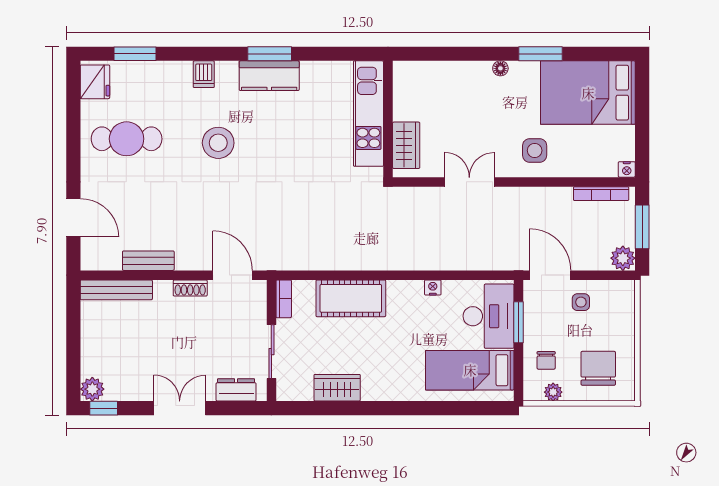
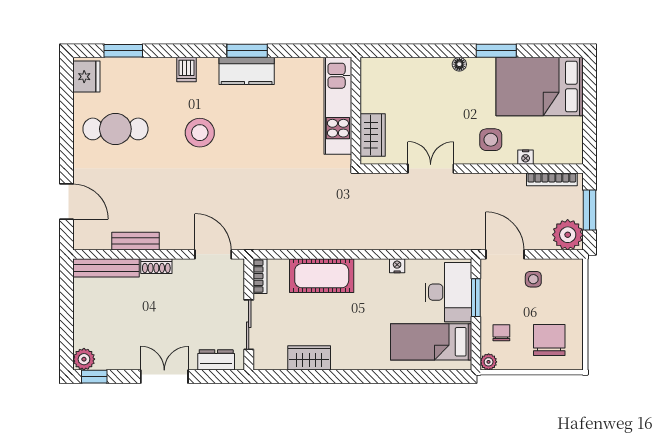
nightstand: (627, 169) -> (526, 157), moved
plant: (623, 258) -> (568, 235), width x1.36, depth x1.36
shoe rack: (190, 288) -> (156, 266), moved
chair: (546, 360) -> (501, 333), turned 180
plant: (553, 392) -> (489, 362), moved

